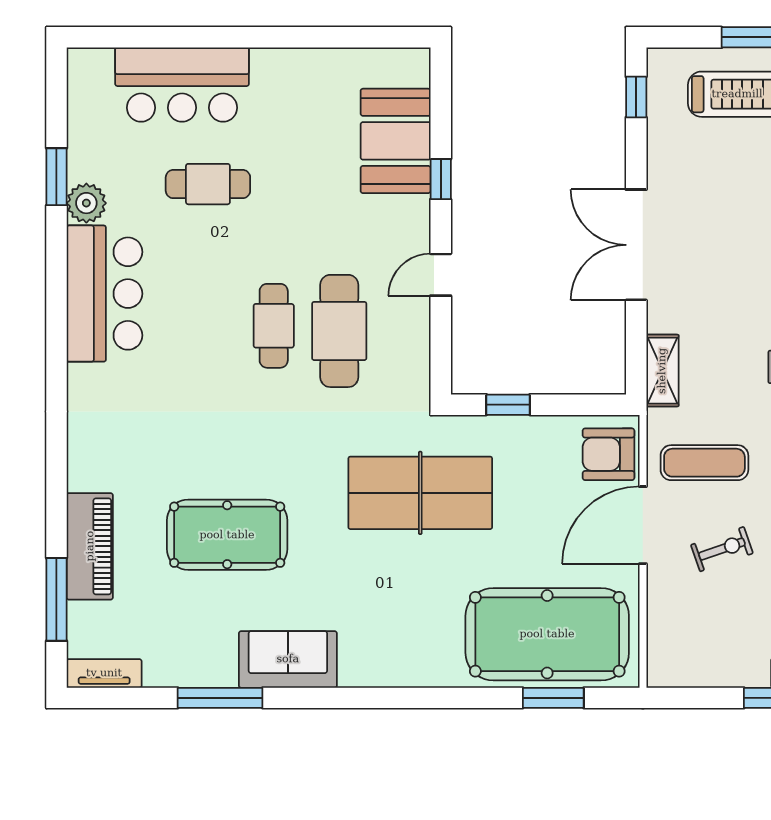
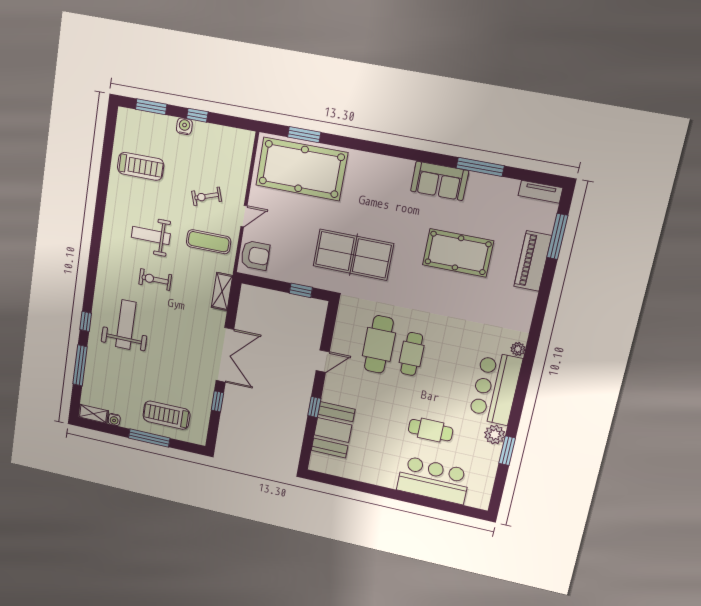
window: (636, 97) -> (217, 401), moved
plant: (80, 378) -> (518, 349), added
door: (643, 525) -> (244, 216), width x0.53

